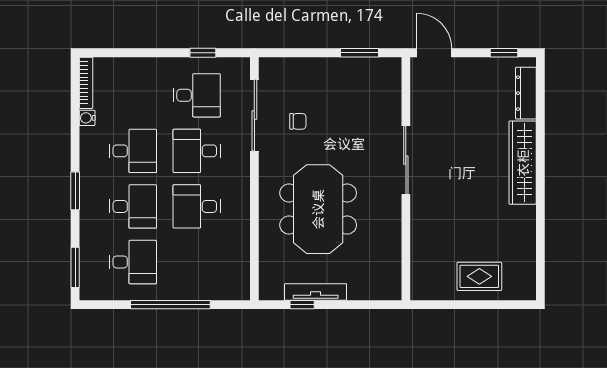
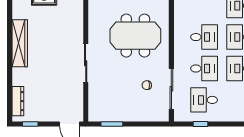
wardrobe: (523, 163) -> (20, 43), moved
meeting table: (318, 209) -> (135, 36), turned 90

